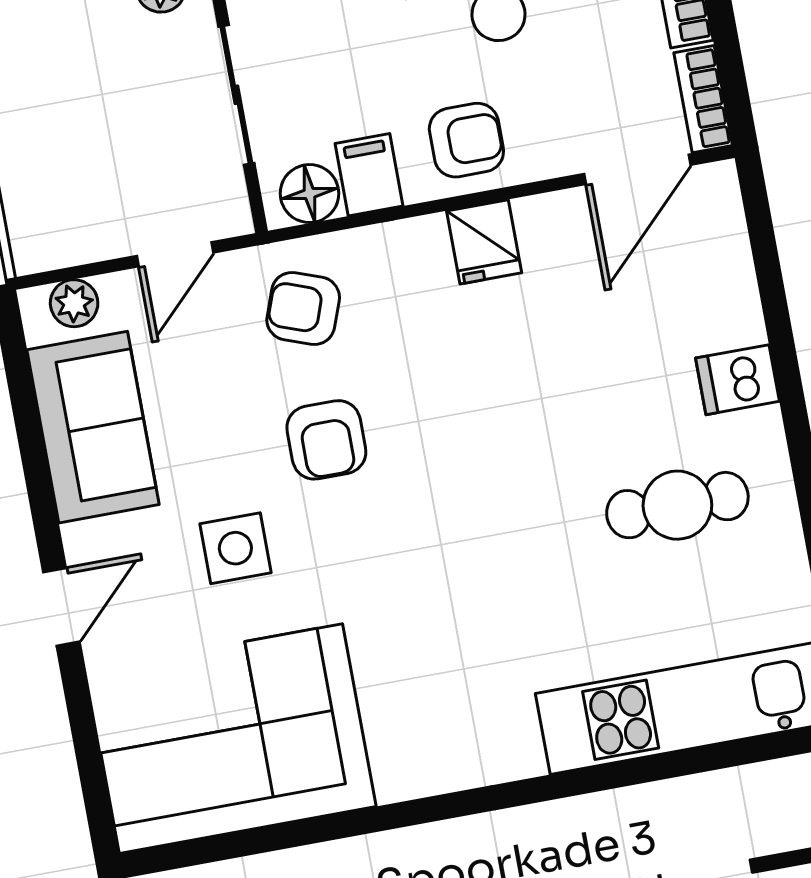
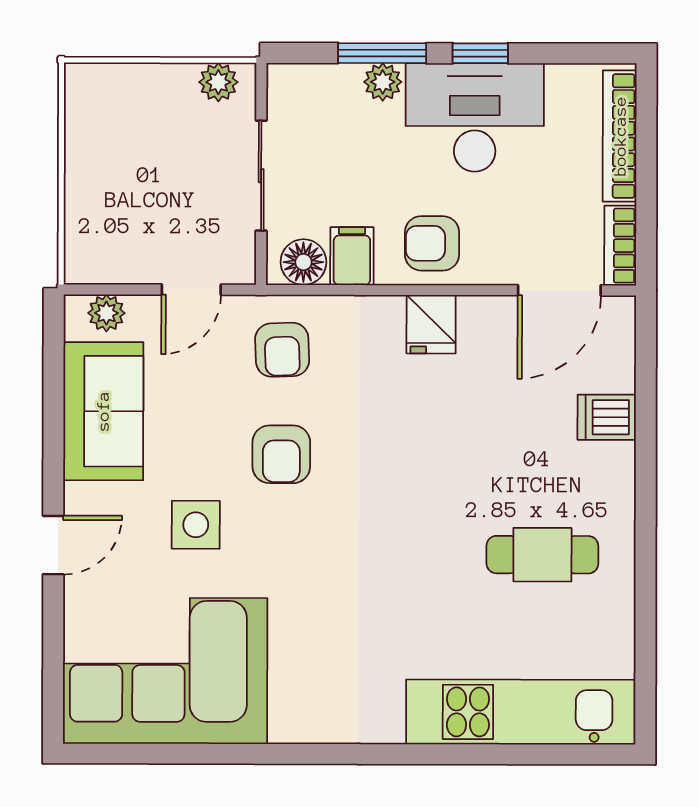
armchair: (466, 140) -> (432, 243), turned 180
armchair: (303, 309) -> (282, 350), turned -112
dishwasher: (738, 380) -> (607, 417), moved

